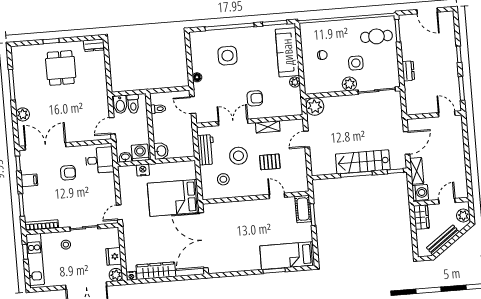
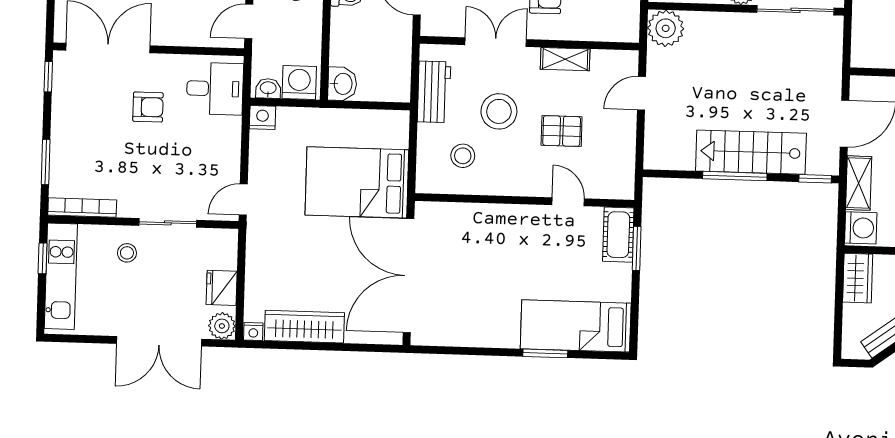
nightstand: (143, 170) -> (262, 118), moved
filing cabinet: (29, 180) -> (67, 114), removed

